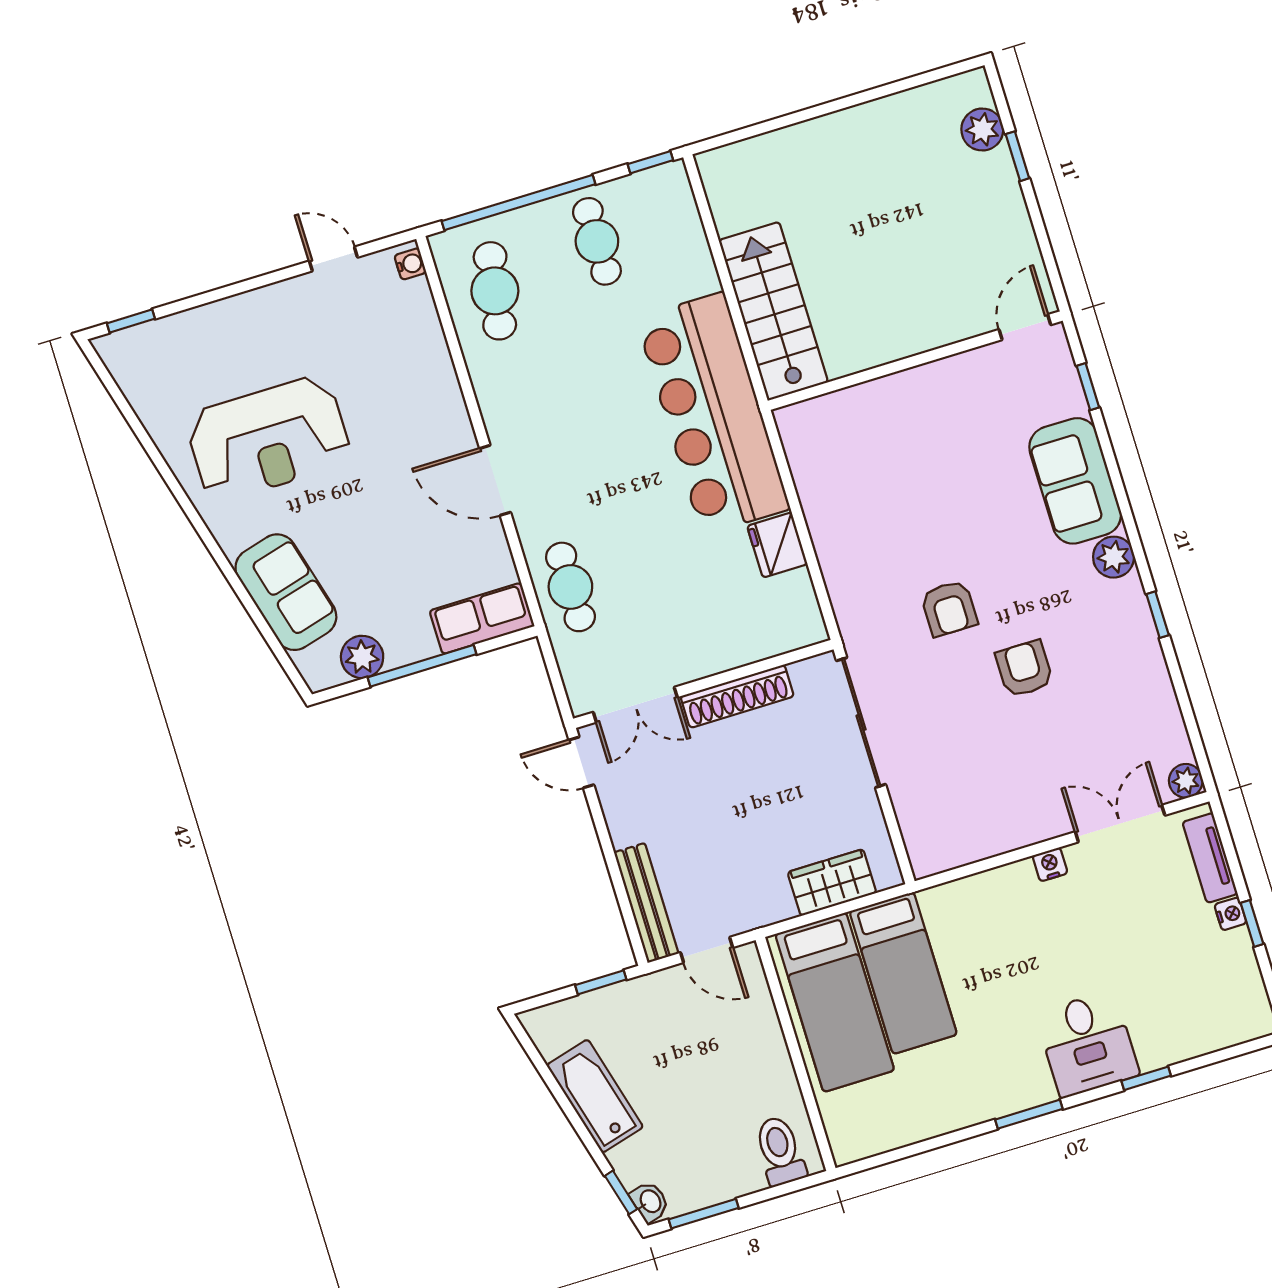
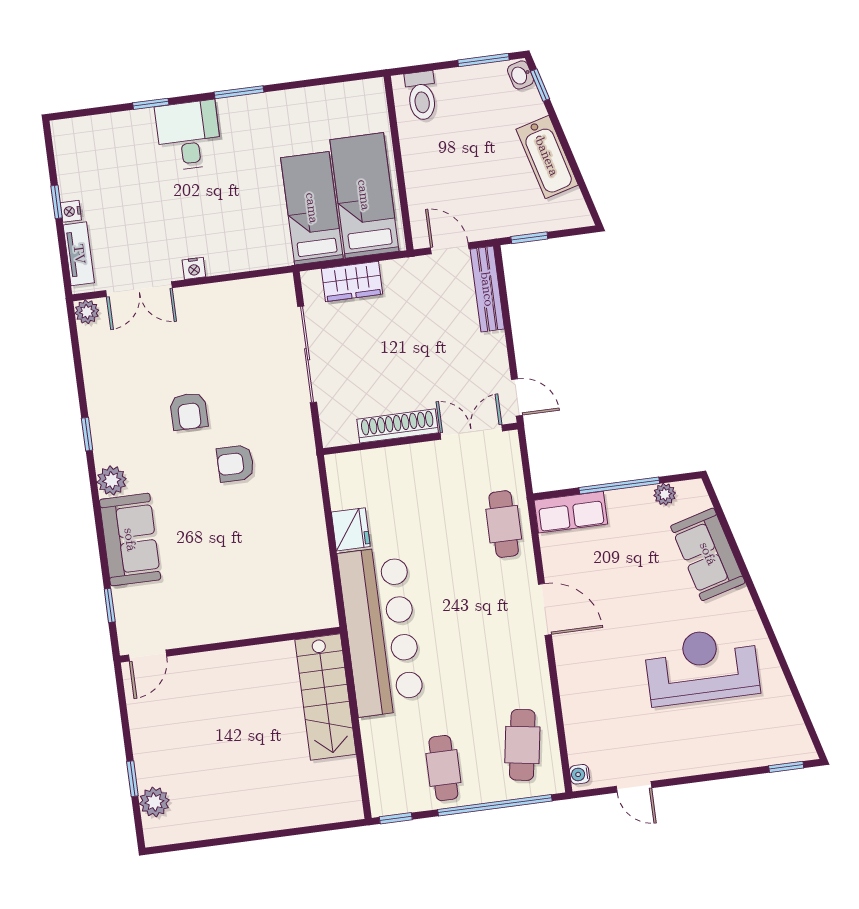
armchair: (949, 608) -> (235, 463), turned -90
plant: (362, 657) -> (665, 494), width x0.73, depth x0.73
sliding door: (861, 723) -> (307, 354), moved

